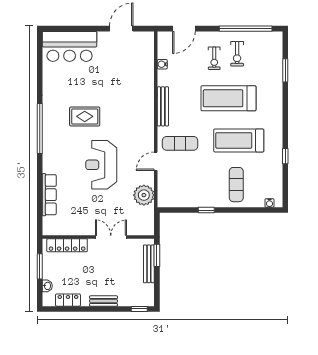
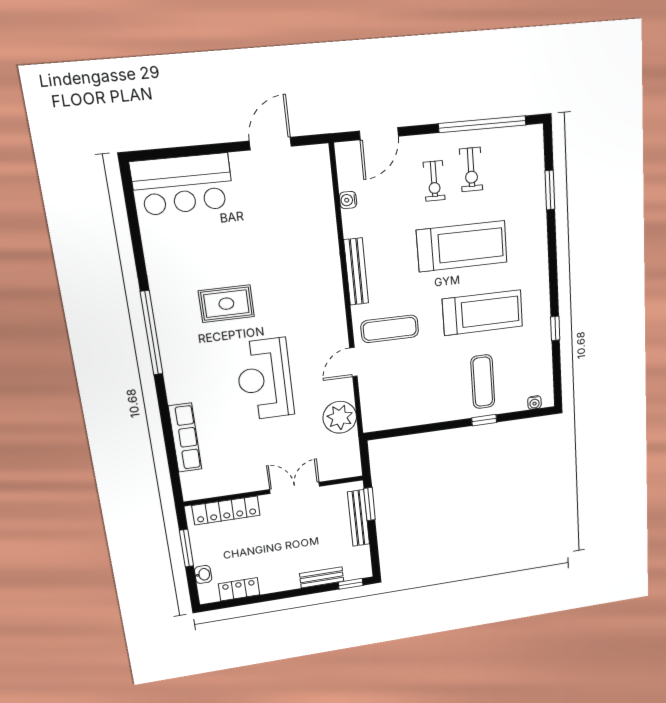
treadmill: (228, 98) -> (462, 246), turned 180
treadmill: (239, 140) -> (483, 313), turned 180
window: (206, 210) -> (484, 420), moved
bench: (104, 301) -> (322, 577), moved

